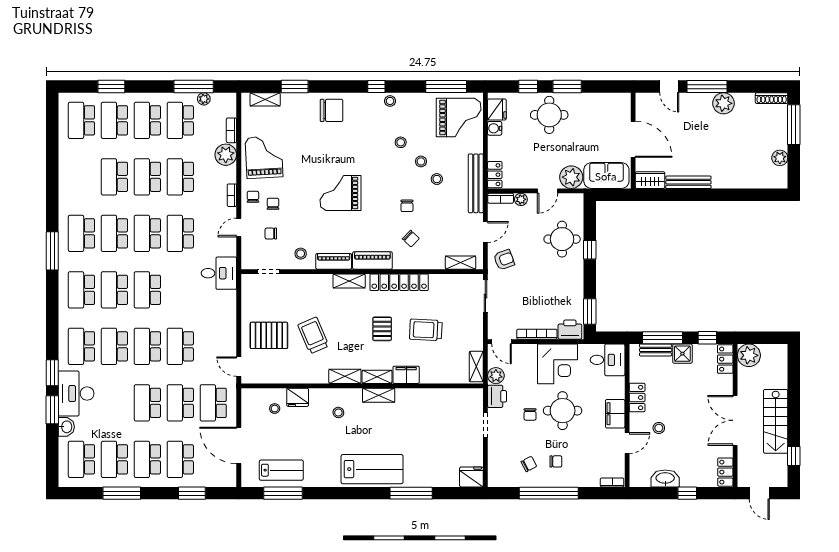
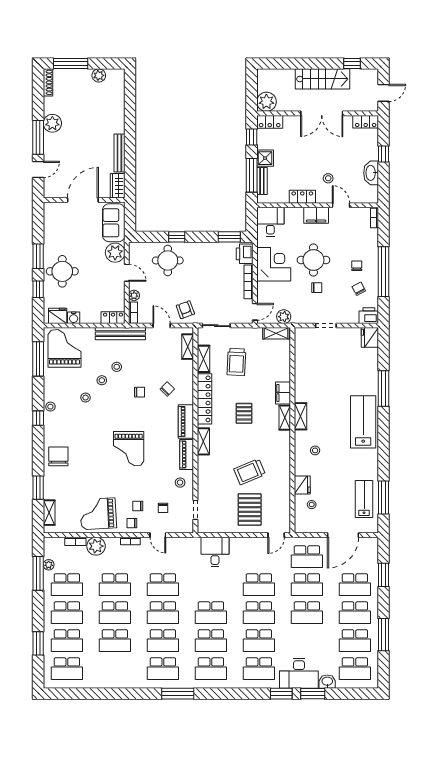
desk: (219, 273) -> (215, 552), moved
pallet: (382, 329) -> (244, 413), turned 90
trolley: (426, 330) -> (236, 362), moved
shelving: (345, 376) -> (203, 359), moved
printer: (497, 396) -> (369, 316), moved

